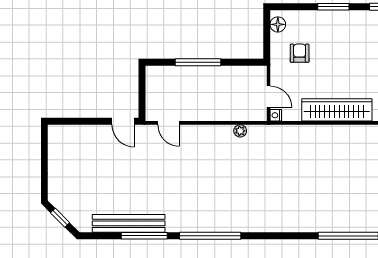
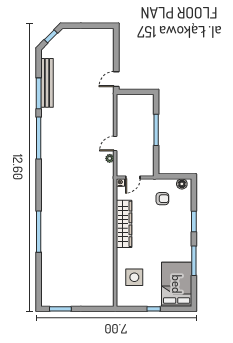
door: (169, 123) -> (115, 144), moved

